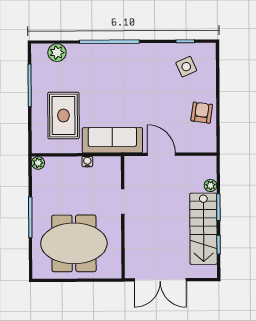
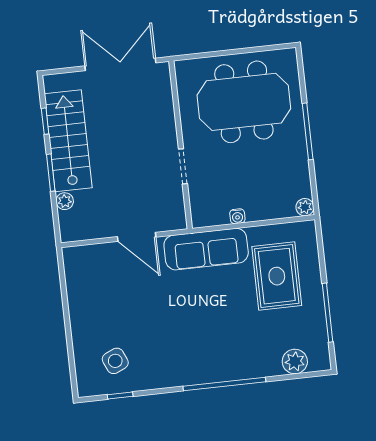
armchair: (202, 113) -> (87, 300), removed

